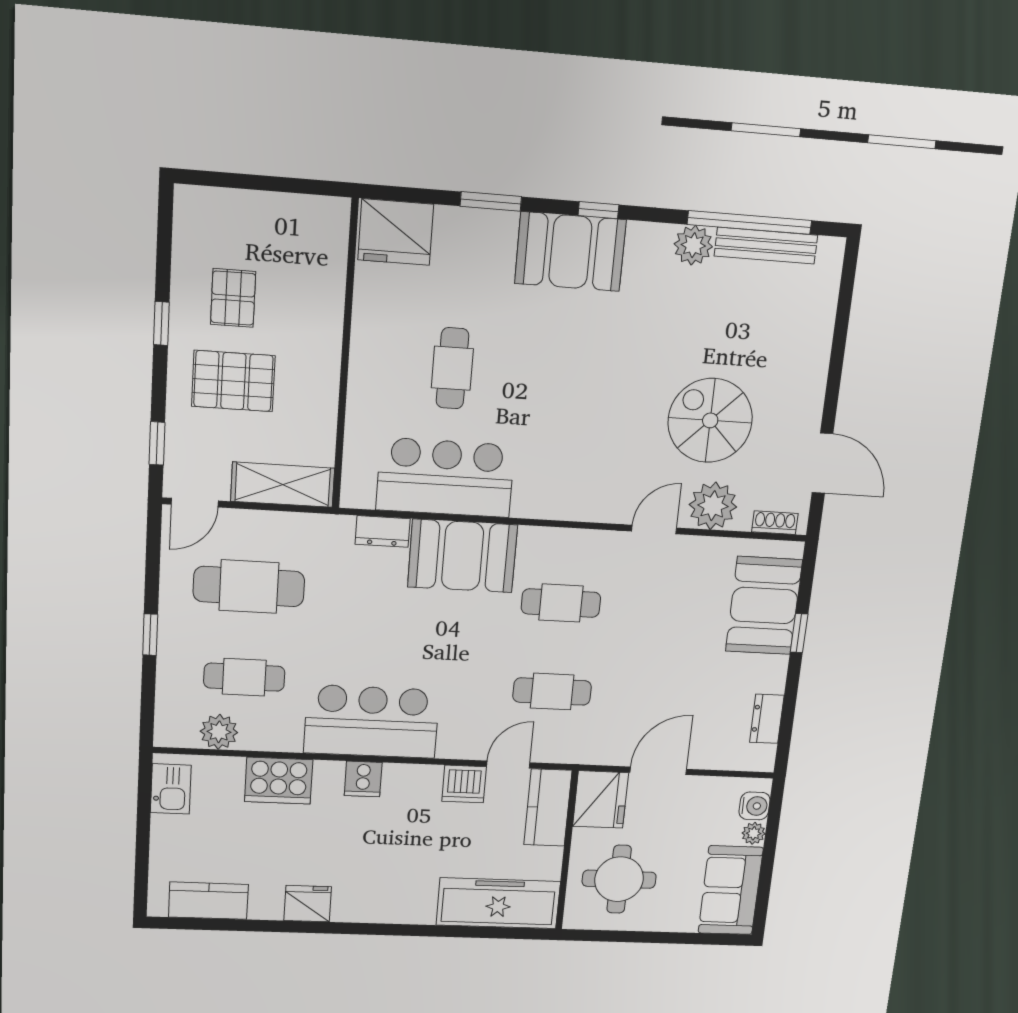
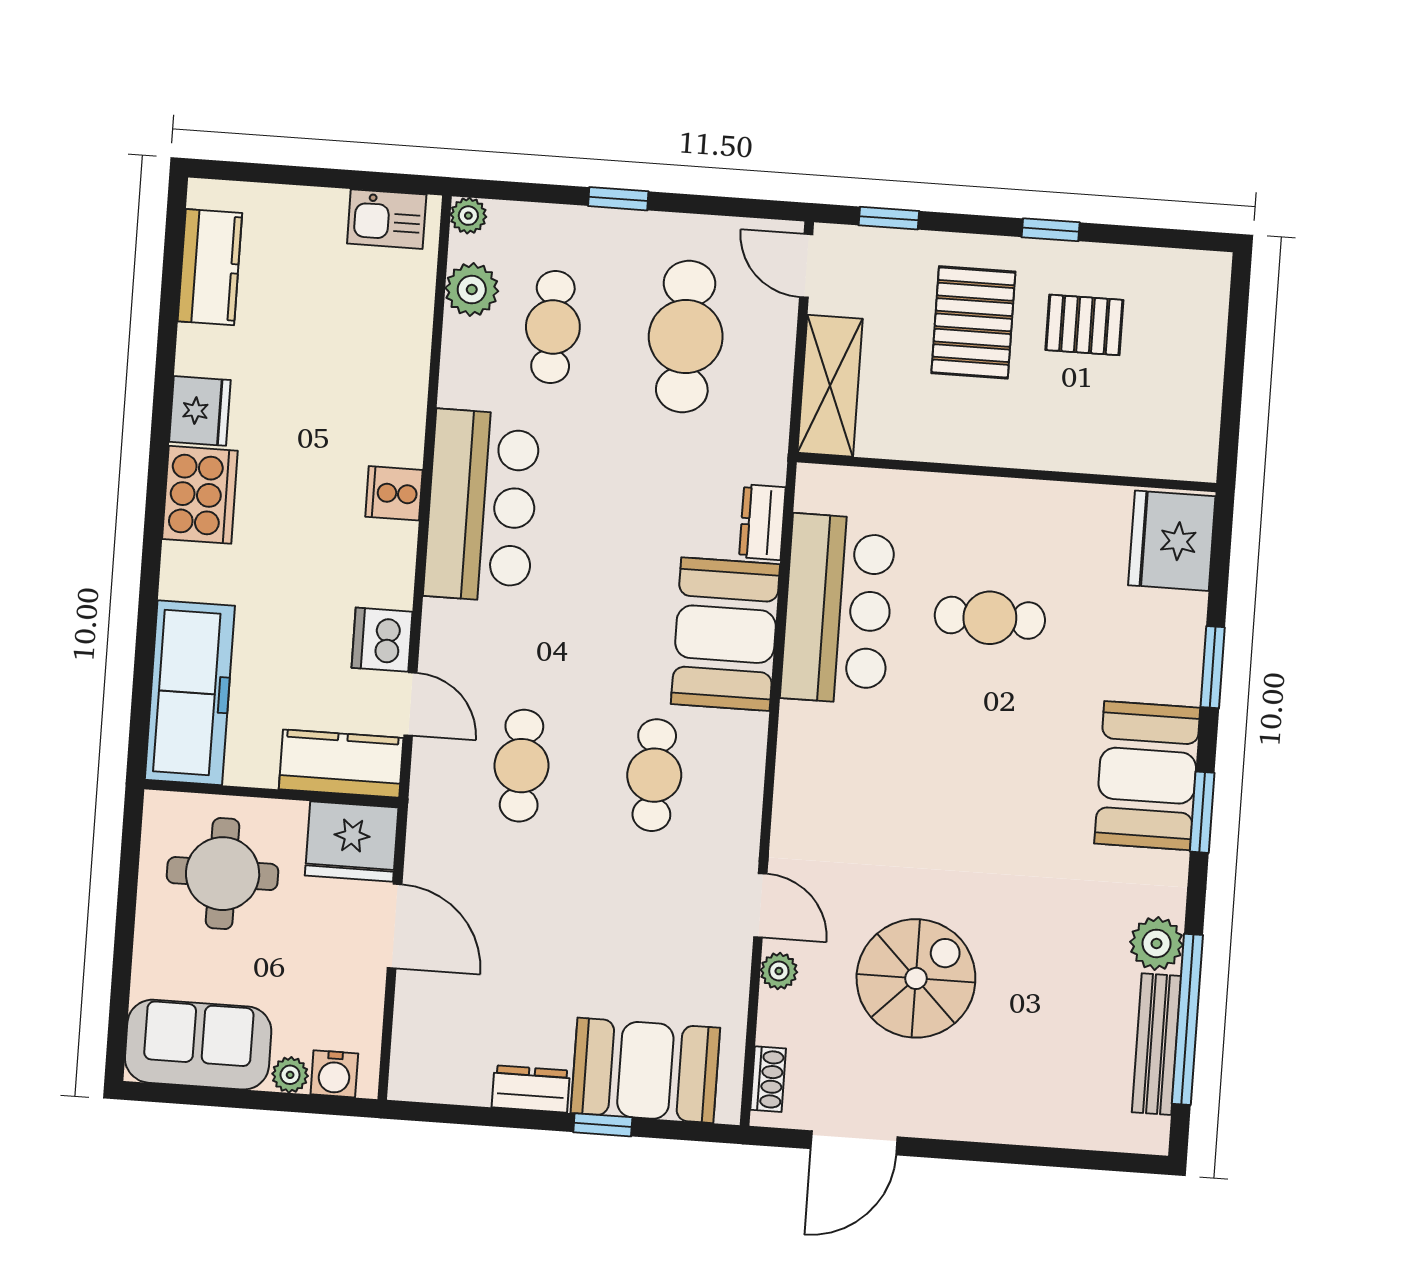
window: (598, 210) -> (1202, 812), width x1.50
plant: (713, 506) -> (779, 971), width x0.53, depth x0.53
dresser: (767, 719) -> (531, 1089), moved
plant: (166, 735) -> (468, 216), added
cooker: (279, 781) -> (200, 495), moved, turned 180

